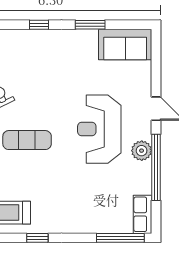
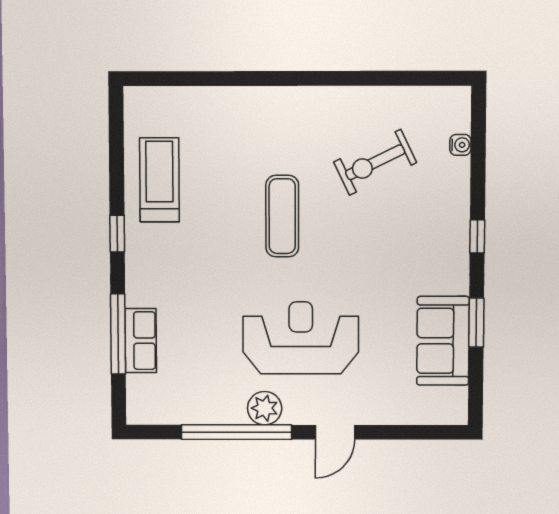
sofa: (125, 45) -> (443, 341), moved
row of seats: (142, 214) -> (141, 341), moved, turned 90
window: (120, 238) -> (118, 334), moved

